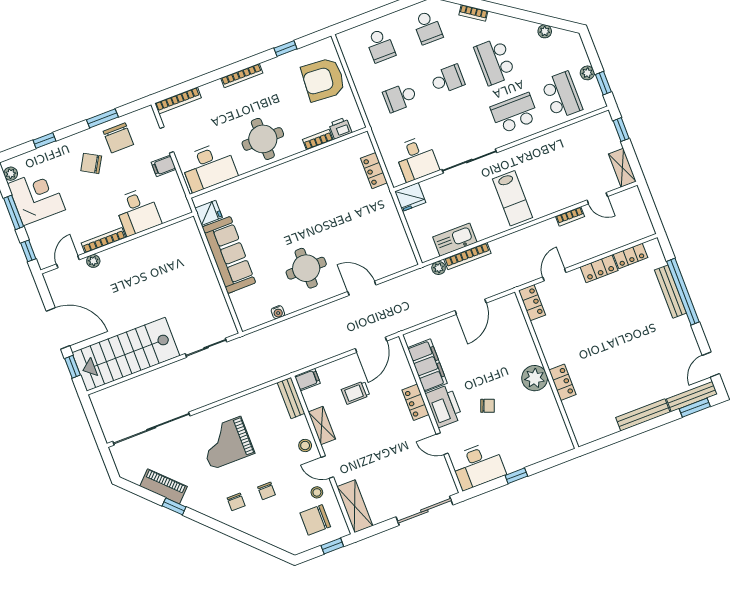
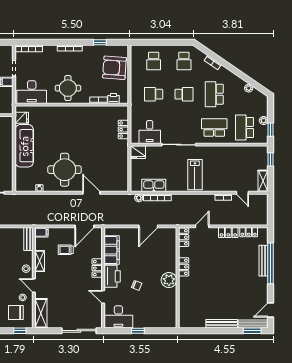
school desk: (562, 95) -> (245, 127), turned 180
round table: (306, 268) -> (65, 170), width x1.36, depth x1.36
locker: (562, 382) -> (184, 267), moved

